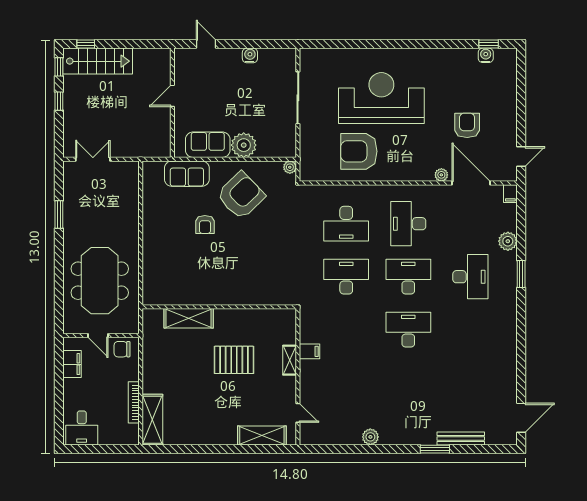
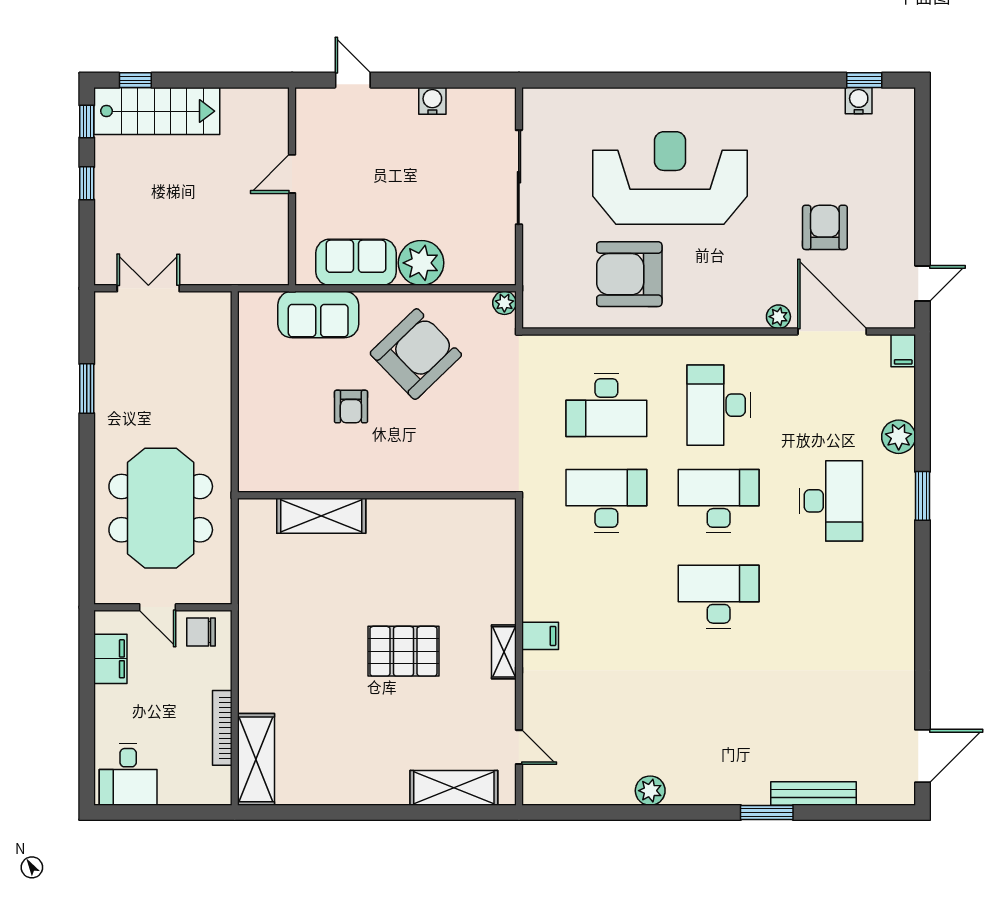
wall: (219, 307) -> (377, 495), moved
shelving: (189, 318) -> (321, 516), moved

